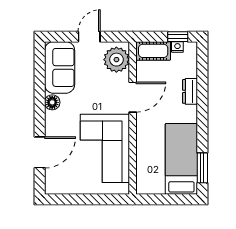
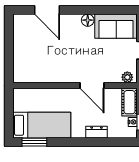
plant: (116, 60) -> (127, 77), width x0.53, depth x0.53
corner sofa: (105, 148) -> (50, 63), removed

